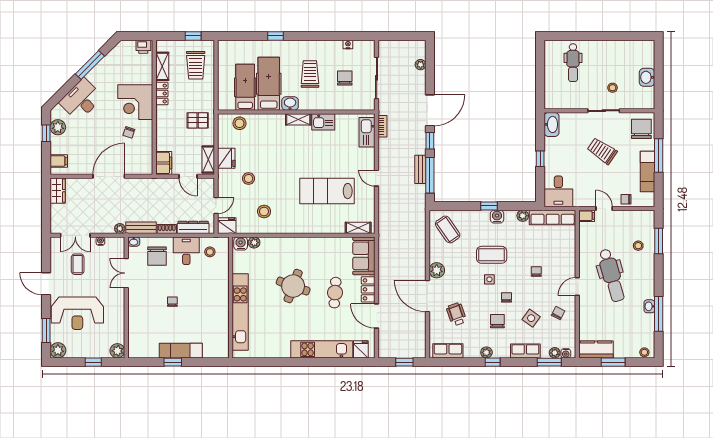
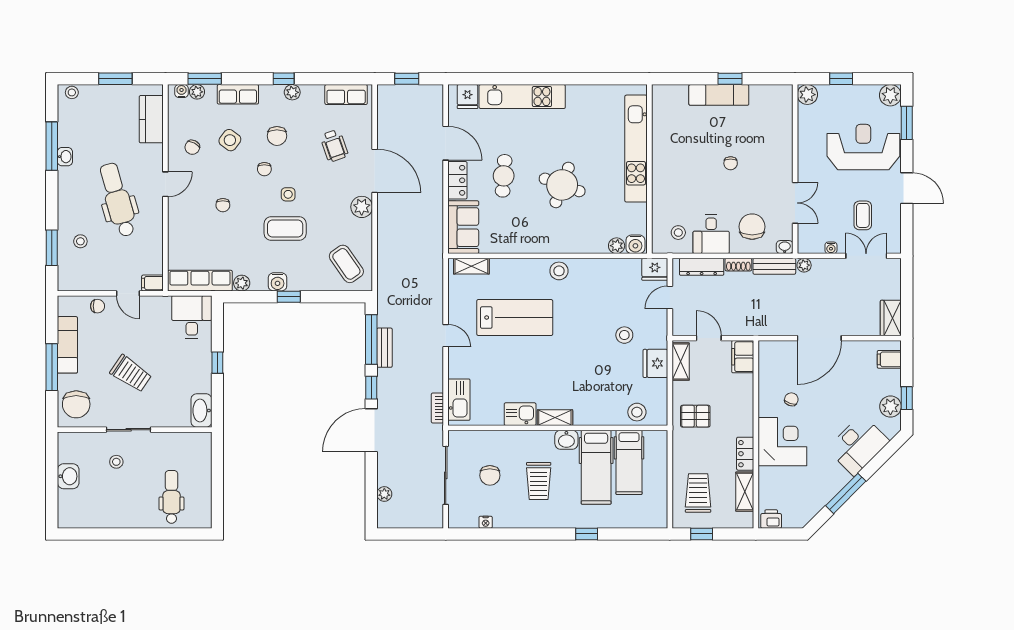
stool: (264, 211) -> (559, 271), moved
kitchen counter: (596, 350) -> (151, 119), moved, turned 90

